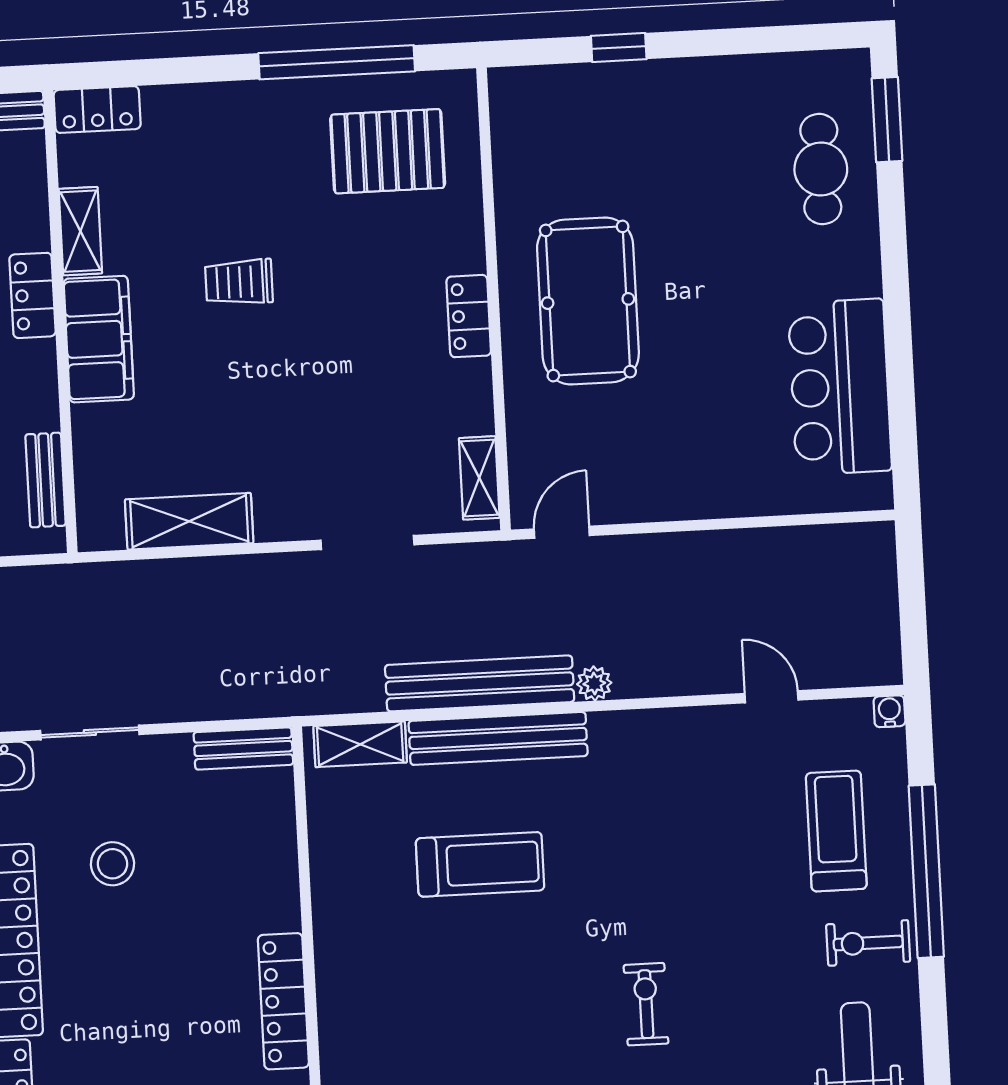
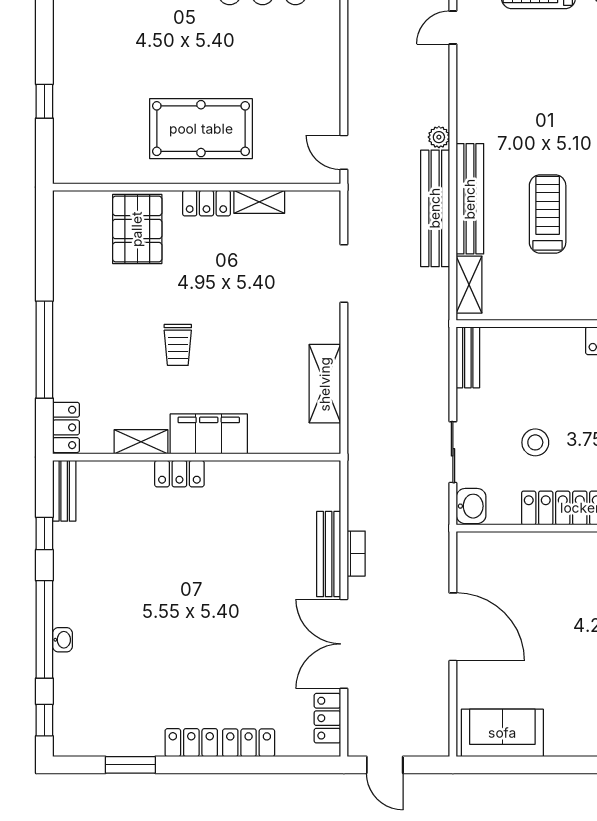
window: (337, 62) -> (44, 350), moved
pallet: (388, 151) -> (137, 229), moved
shelving: (479, 478) -> (259, 202), moved
bench: (46, 480) -> (295, 472), removed

